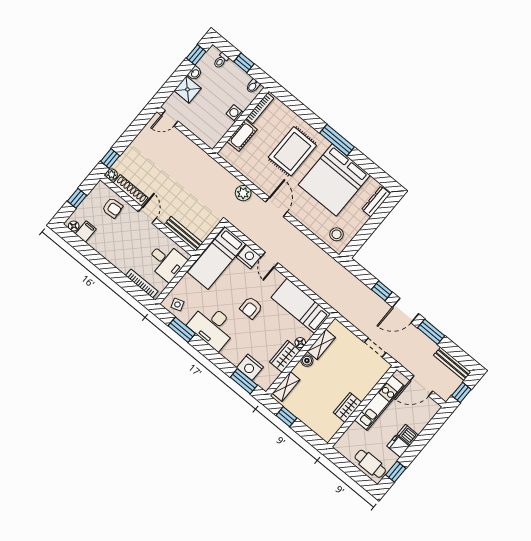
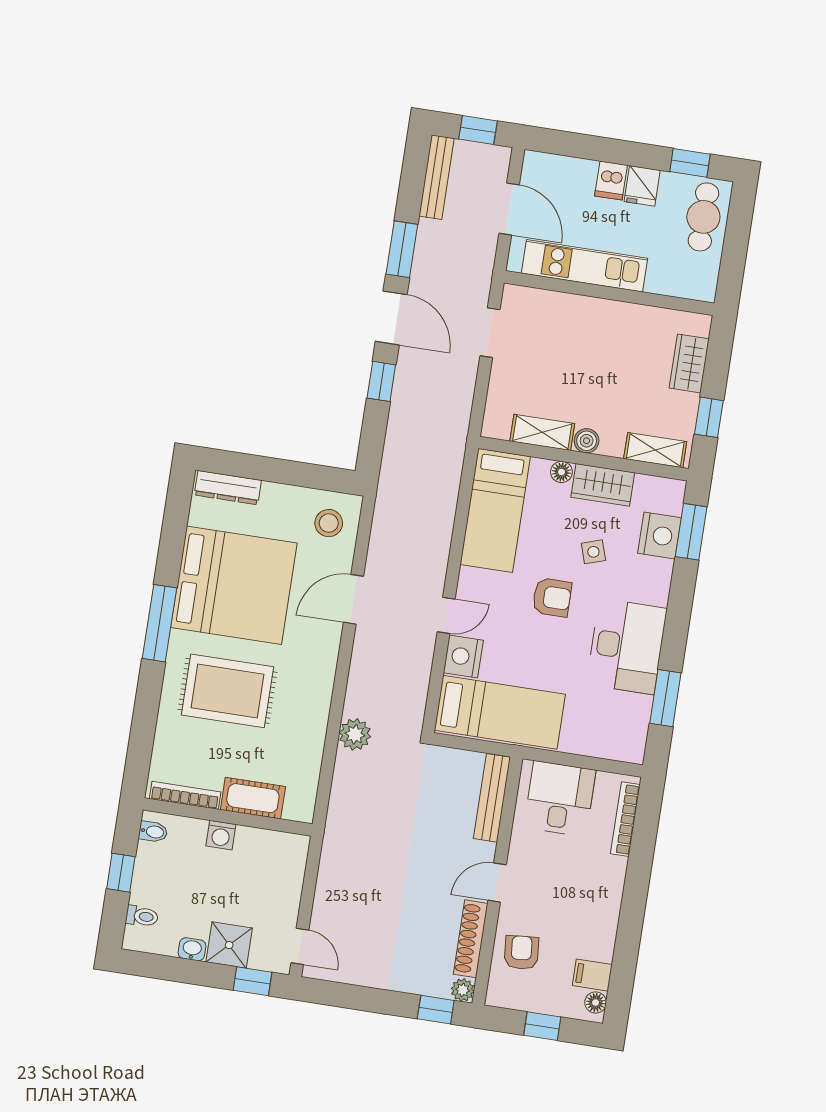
window: (196, 55) -> (252, 981), moved
door: (276, 207) -> (354, 599), moved
side table: (177, 304) -> (593, 552), moved
wardrobe: (347, 407) -> (689, 363), moved, turned 90

